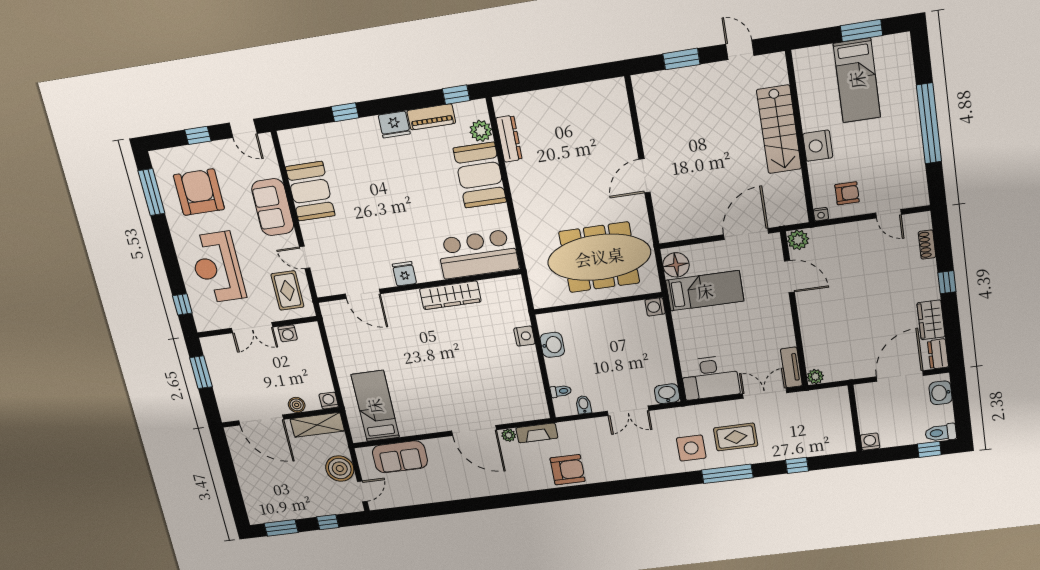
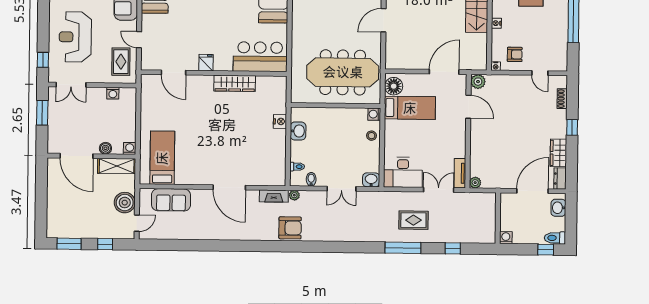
nightstand: (818, 146) -> (496, 23), width x0.53, depth x0.56
double door: (252, 328) -> (71, 85), moved
stool: (657, 336) -> (371, 136), added
plant: (509, 435) -> (294, 195), moved
side table: (691, 448) -> (381, 224), removed

